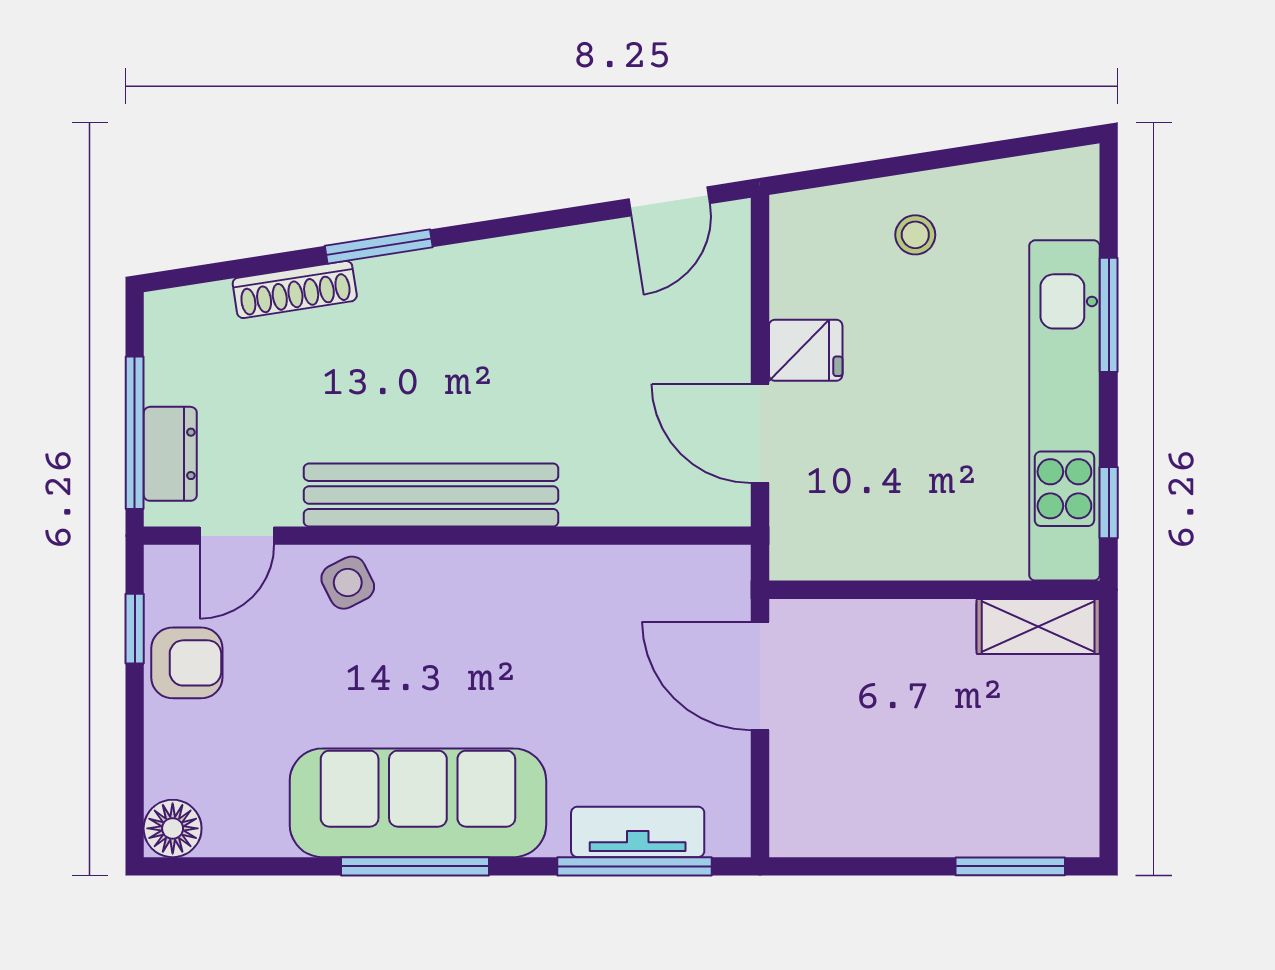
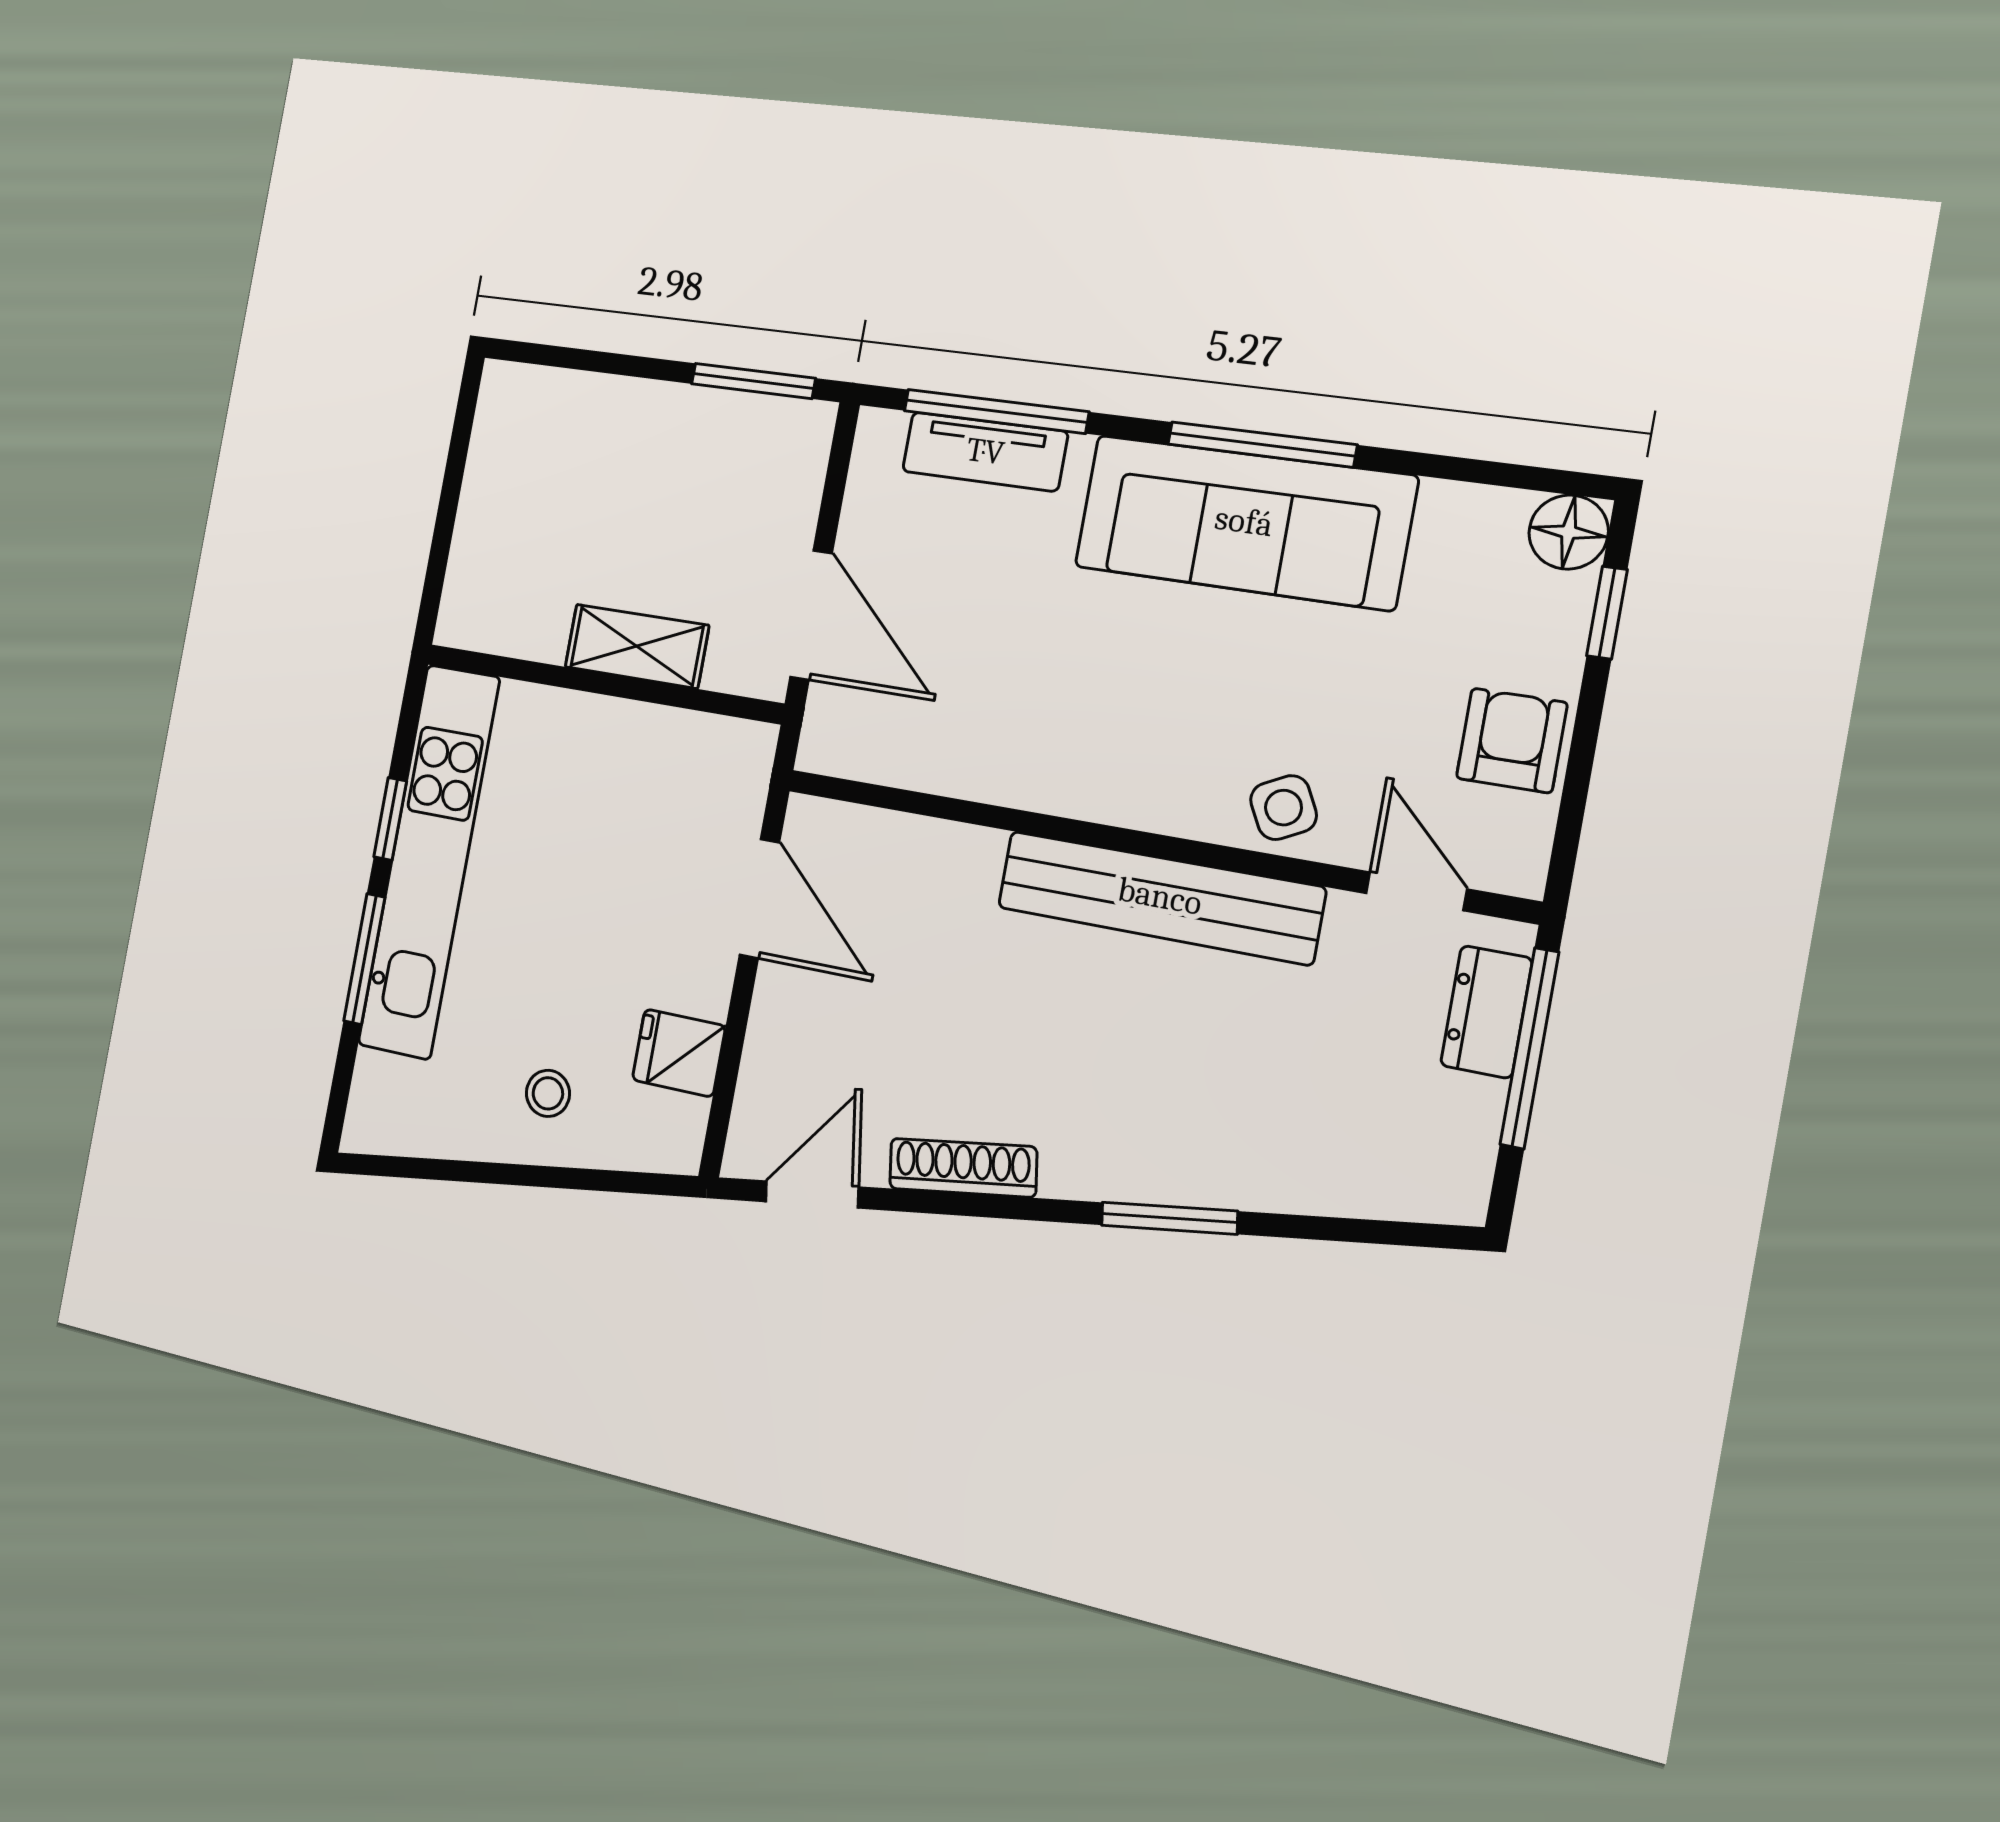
shoe rack: (295, 290) -> (963, 1168), moved
fridge: (806, 350) -> (679, 1053), moved
window: (1109, 503) -> (390, 819), moved
door: (237, 536) -> (1416, 891), hinge flipped
shelving: (1038, 626) -> (637, 646), moved
window: (135, 629) -> (1607, 613), moved
armchair: (187, 663) -> (1512, 741), turned 90
window: (1010, 866) -> (753, 381), moved

